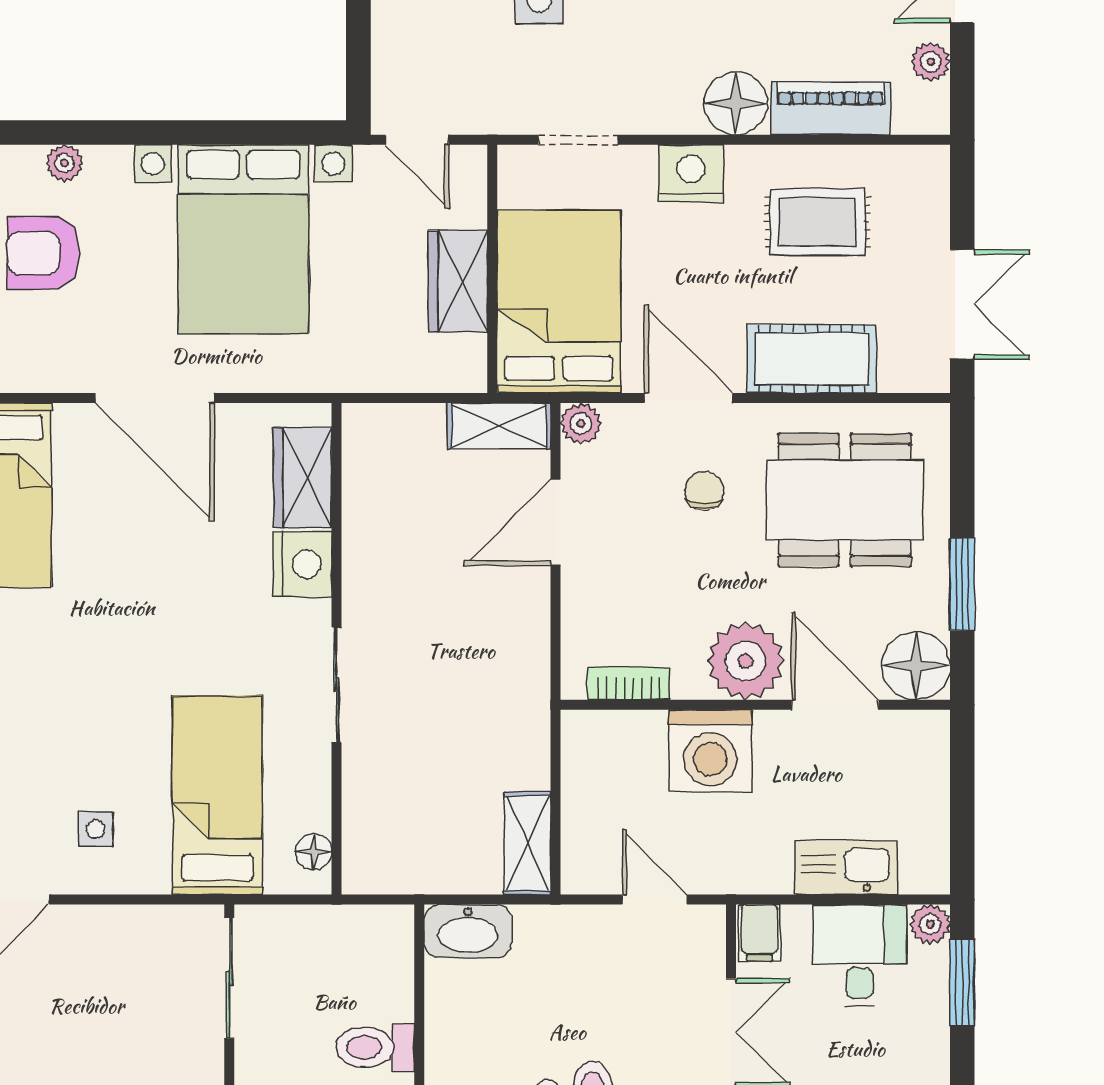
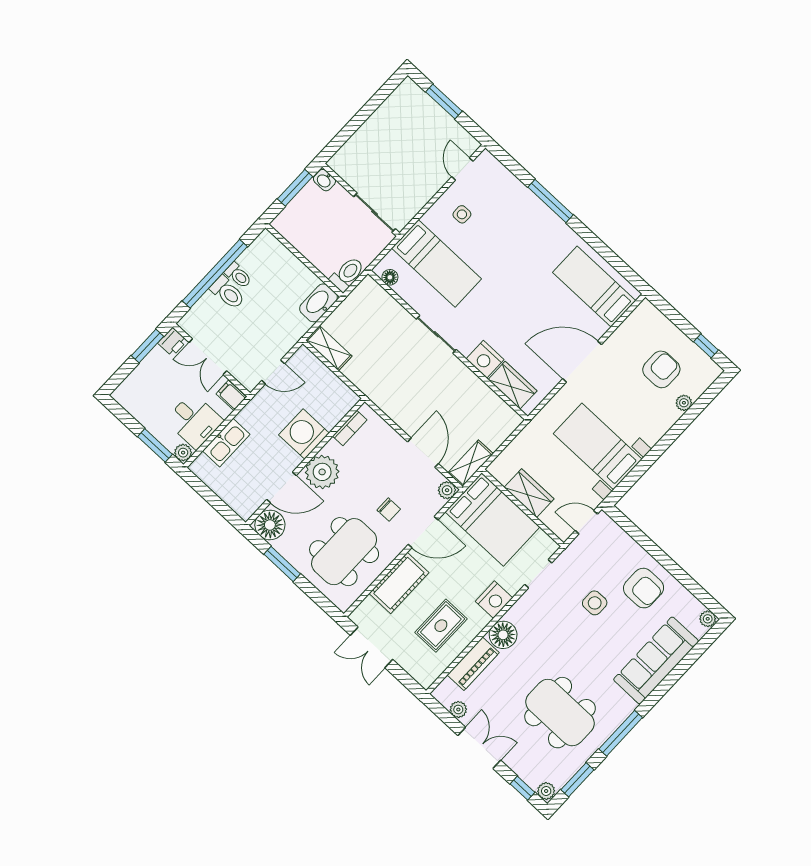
bed with nightstands: (243, 239) -> (598, 446), width x0.73
toilet: (375, 1047) -> (347, 274), moved

